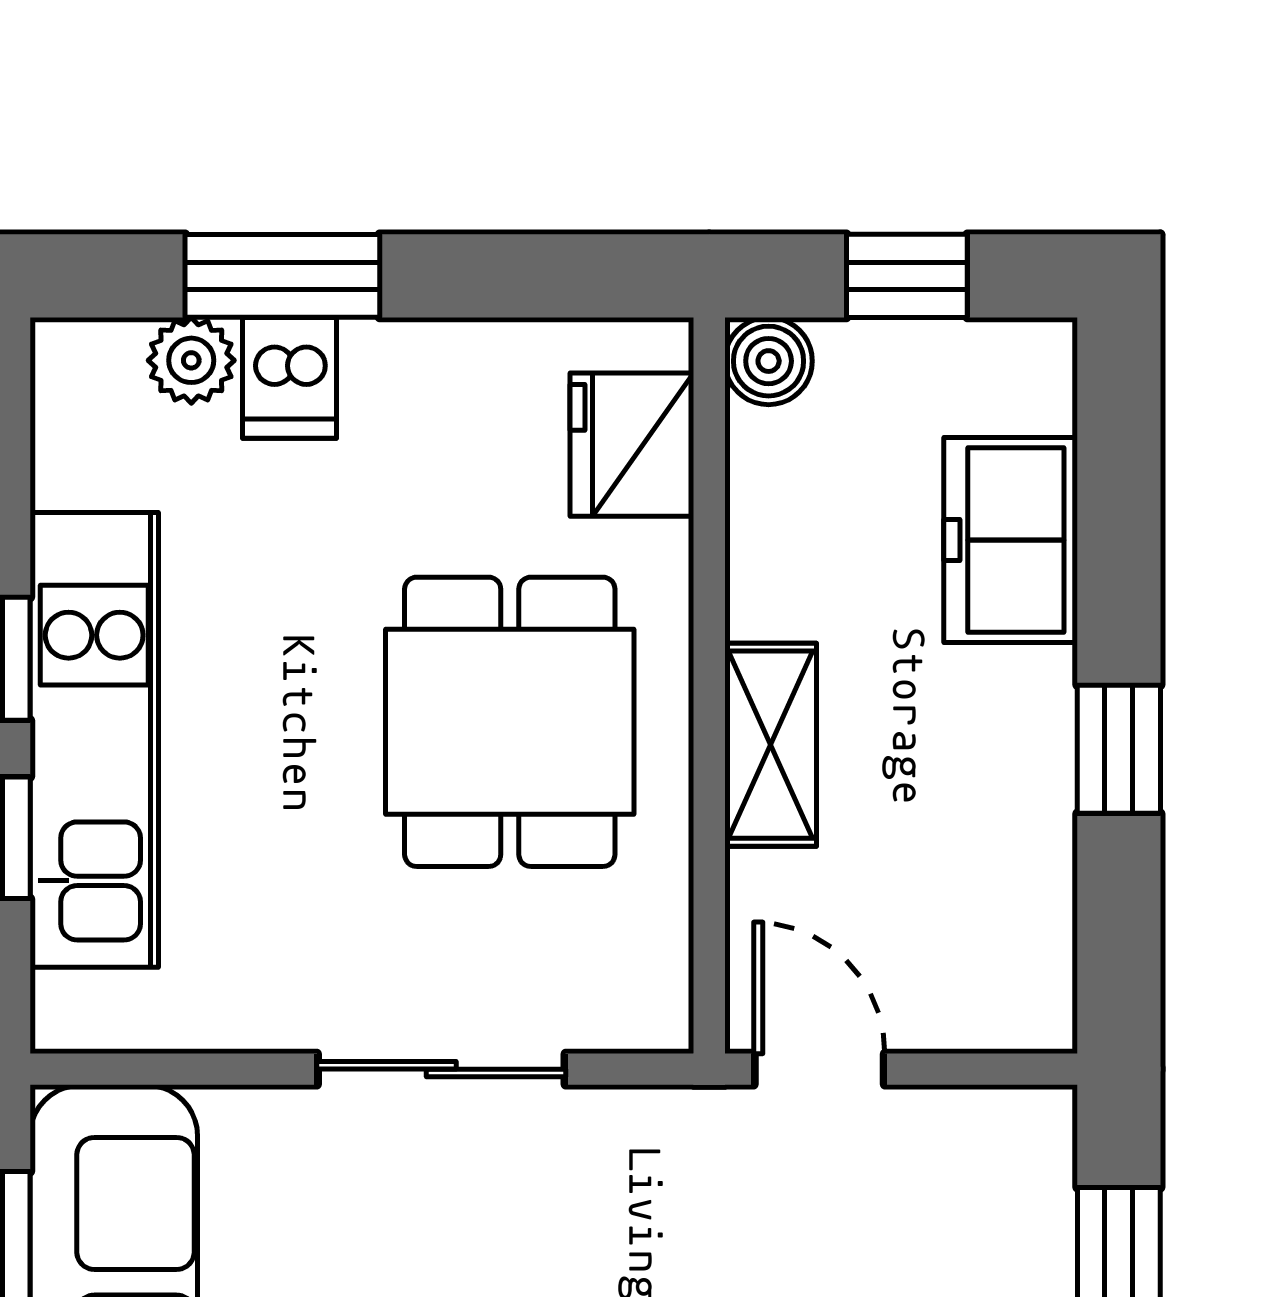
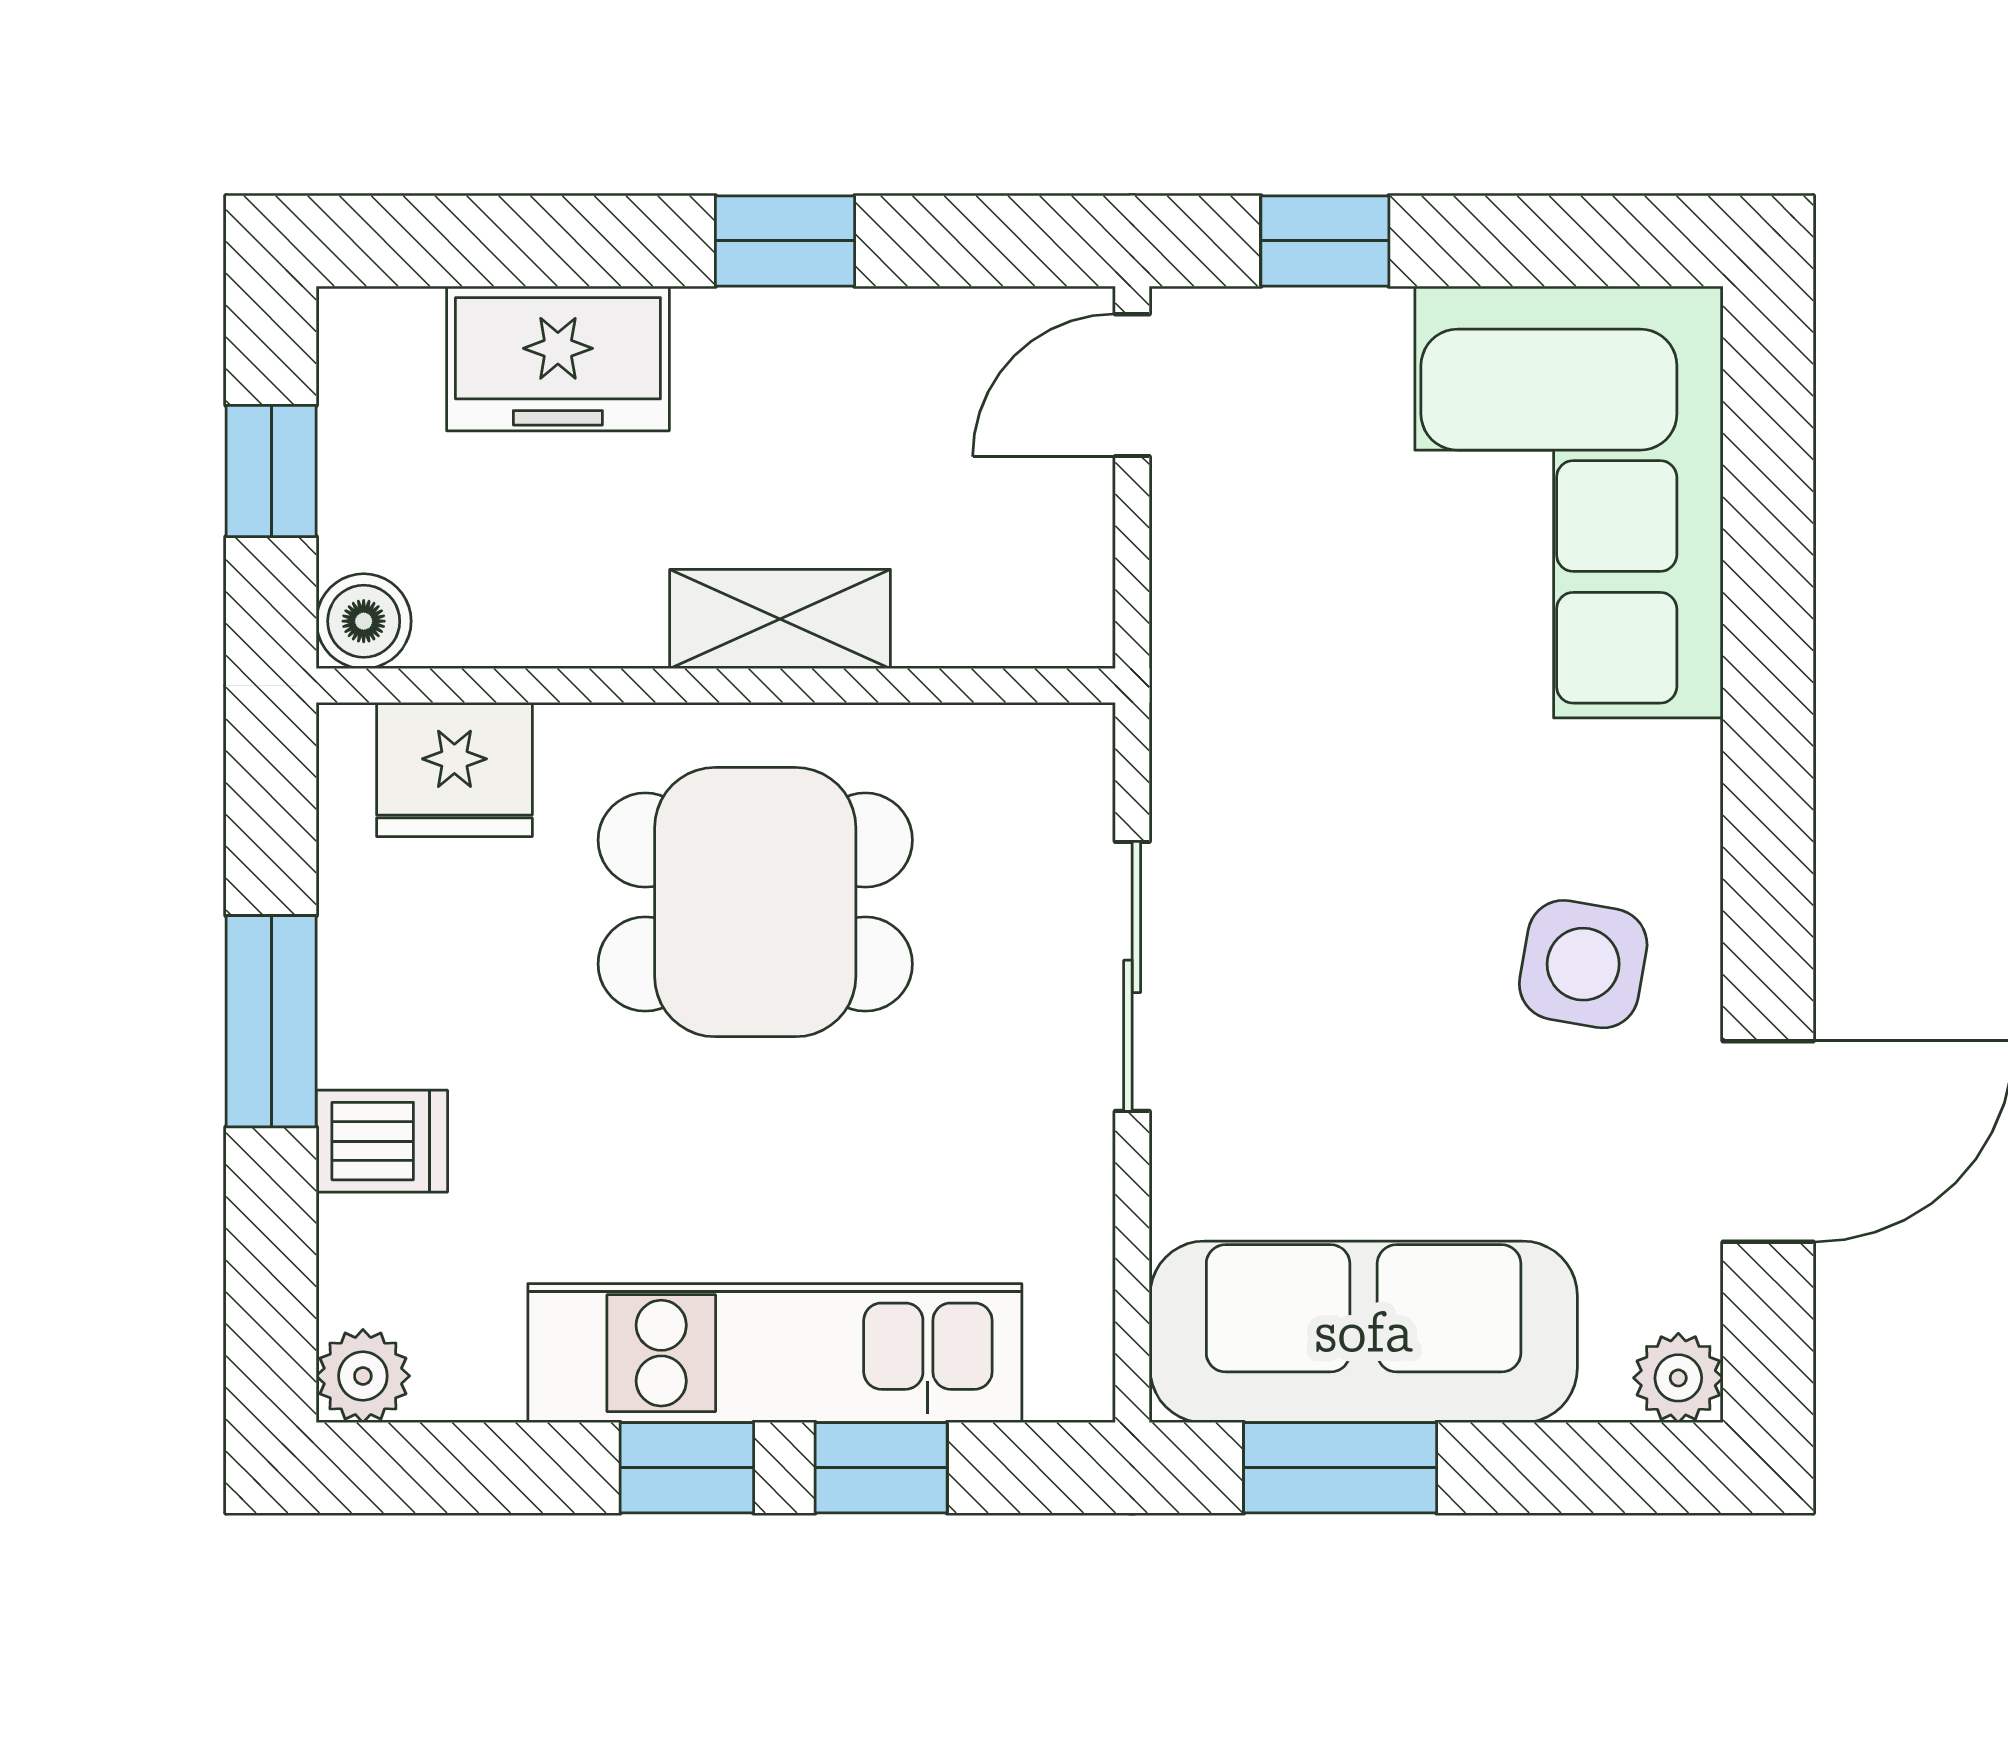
window: (282, 276) -> (271, 1021), moved
plant: (191, 360) -> (363, 1376), moved
door: (819, 1069) -> (1132, 385), moved

